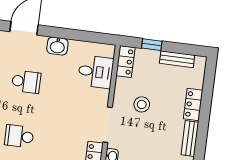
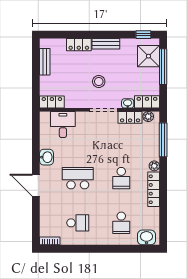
window: (152, 45) -> (36, 83), removed
school desk: (26, 82) -> (78, 178), width x1.85
stool: (142, 104) -> (99, 81), moved

